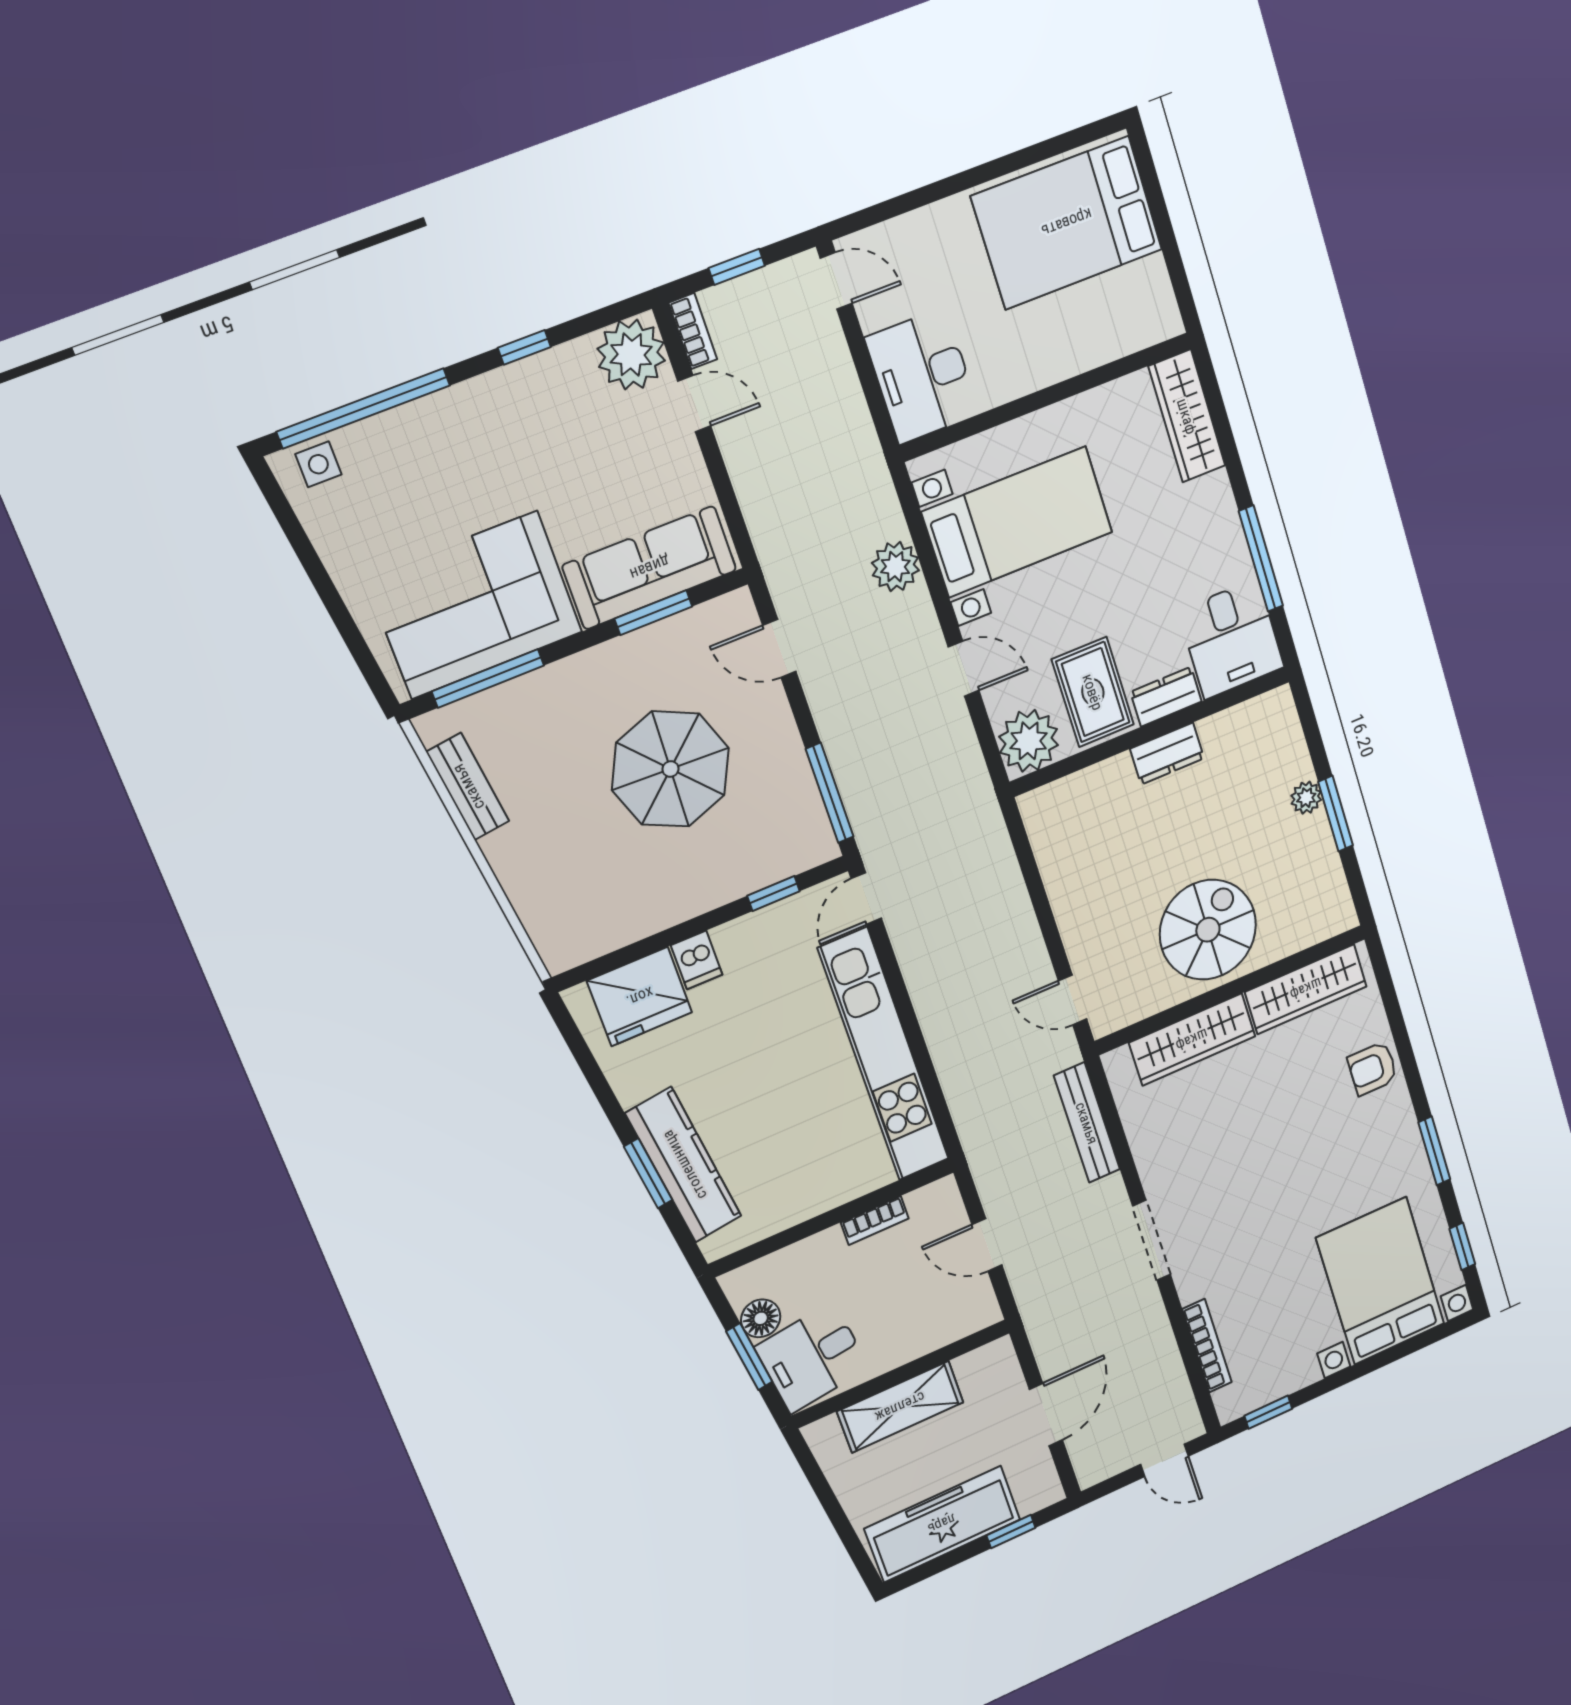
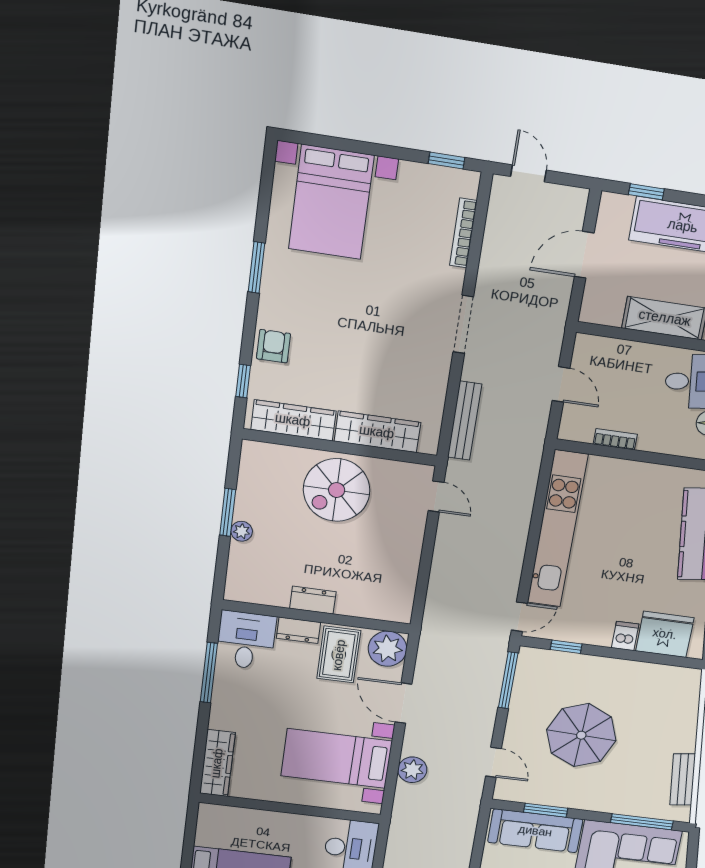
door: (964, 669) -> (403, 703), width x1.38
armchair: (1372, 1068) -> (273, 346), turned -90
window: (1462, 1246) -> (243, 381), moved

